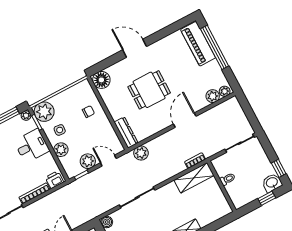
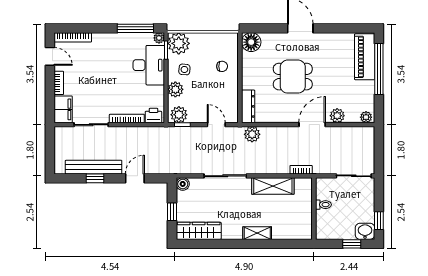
plant: (213, 96) -> (337, 116), moved
desk: (32, 146) -> (149, 65), width x1.37
plant: (88, 161) -> (179, 115), moved
shelving: (194, 178) -> (273, 186), moved

